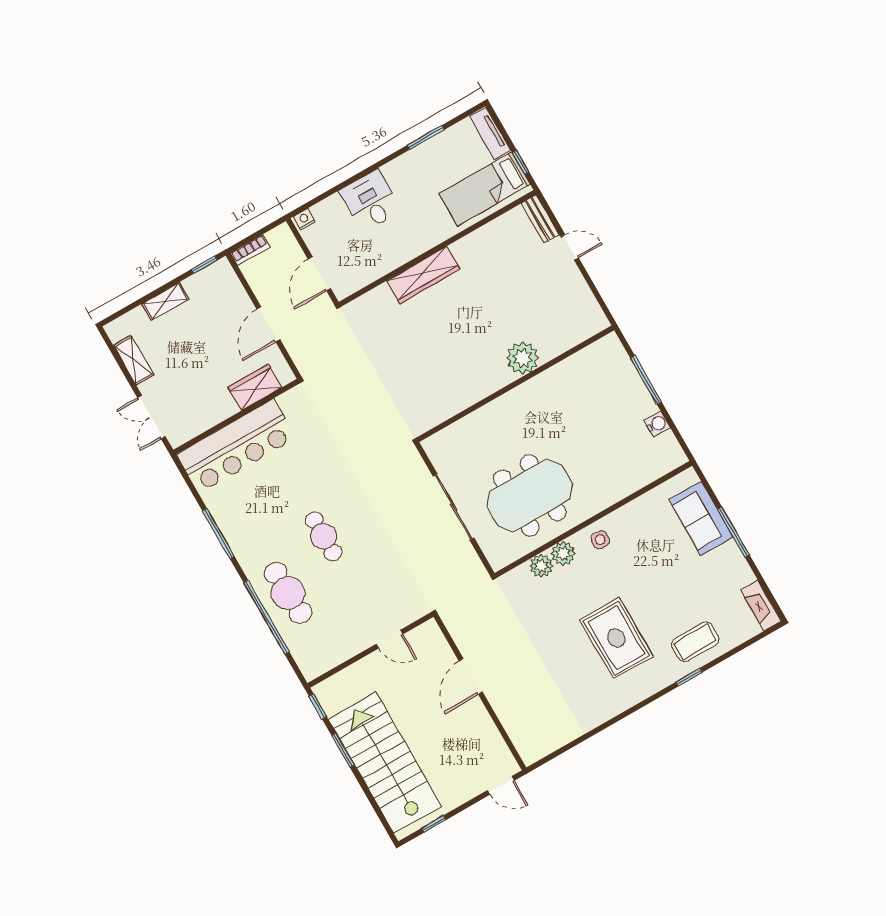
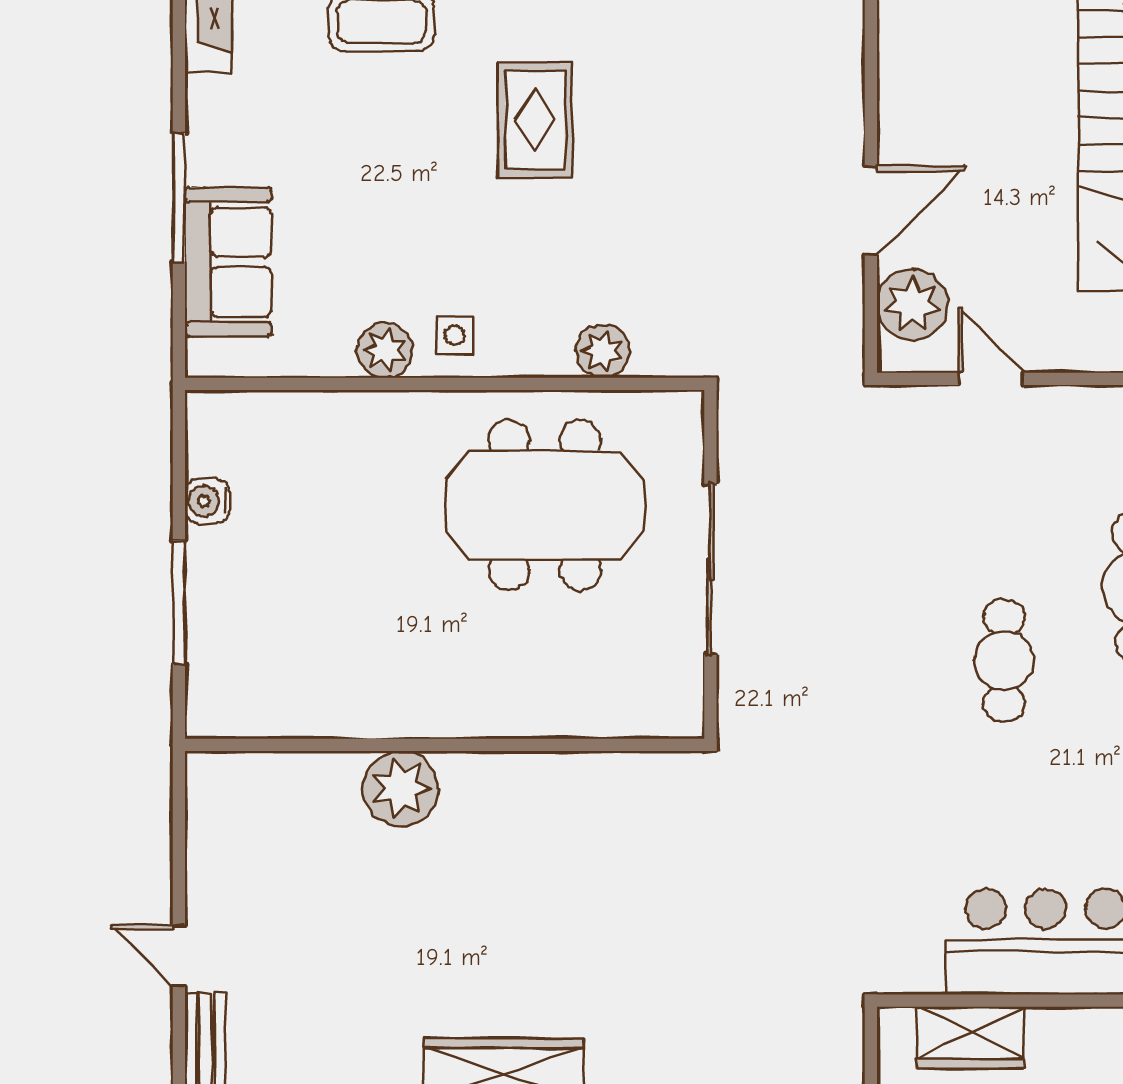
plant: (563, 553) -> (385, 350), moved
rug: (616, 638) -> (535, 120), width x0.73, depth x0.70
plant: (435, 650) -> (912, 305), added

